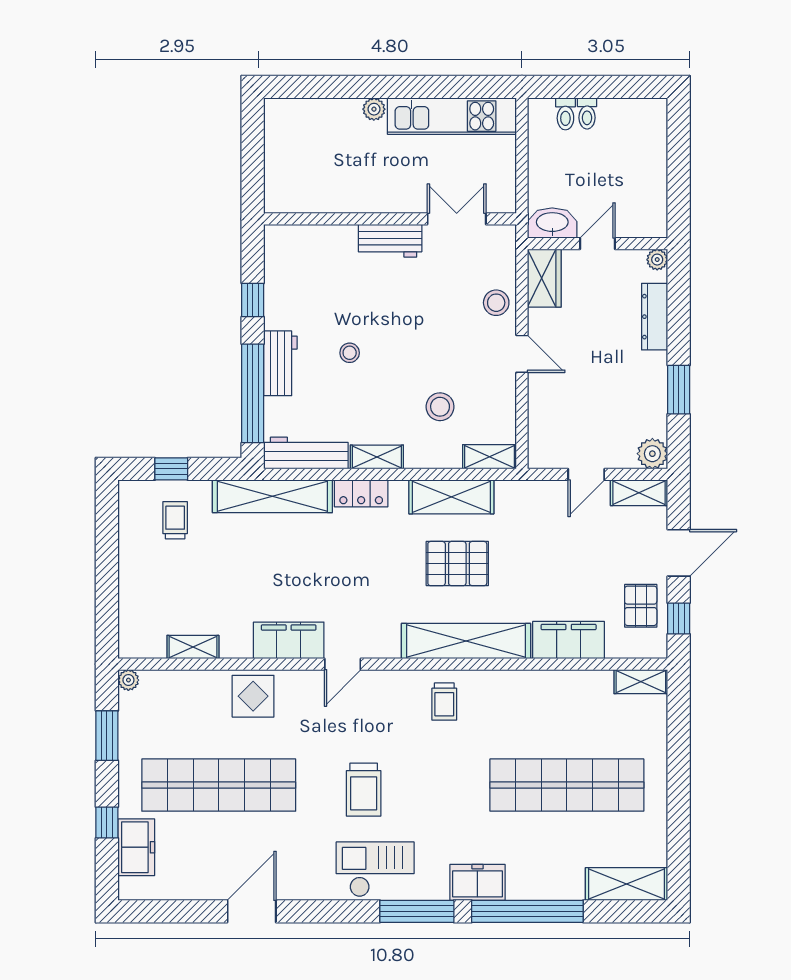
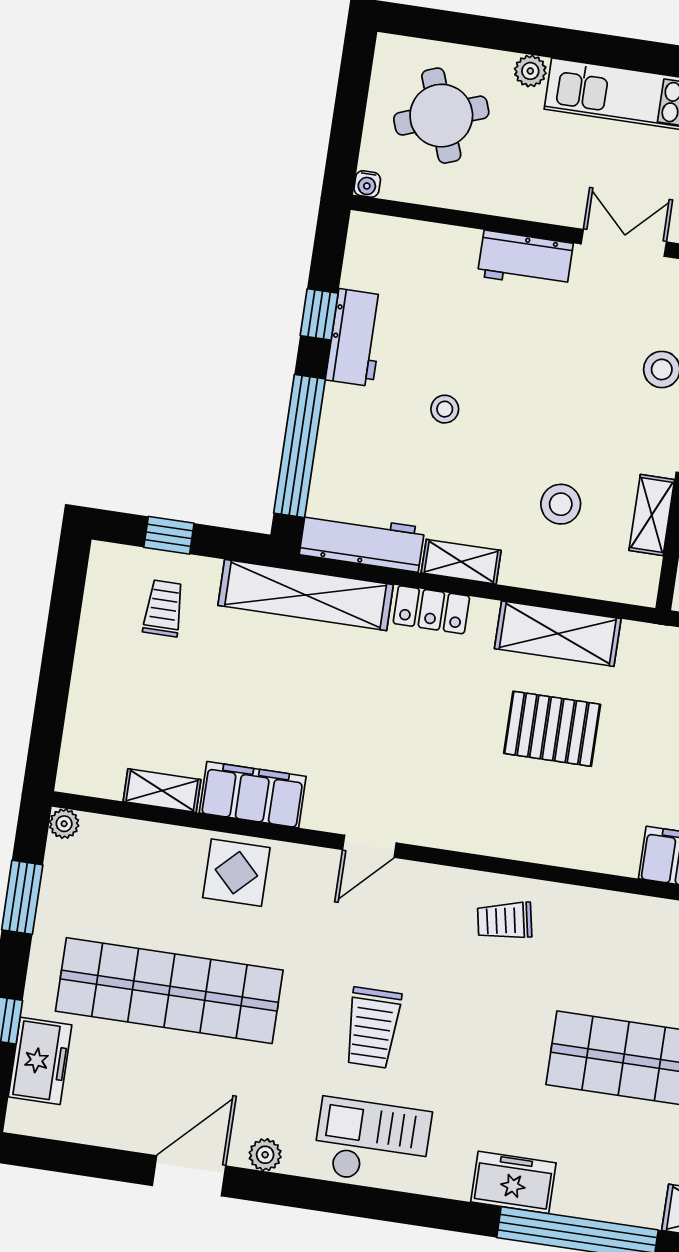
round table: (317, 149) -> (441, 116), added
water cooler: (272, 205) -> (367, 184), added
workbench: (280, 363) -> (356, 338), moved
shelving: (490, 457) -> (652, 515), moved, turned 90
filing cabinet: (289, 640) -> (253, 795), moved
shelving: (466, 641) -> (548, 840), removed
trolley: (444, 702) -> (505, 921), turned 79
plant: (302, 889) -> (265, 1155), added
window: (417, 911) -> (422, 1211), removed

